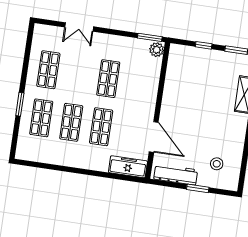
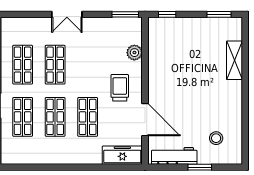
double door: (79, 27) -> (67, 14), moved
window: (204, 45) -> (167, 14), moved
plant: (157, 50) -> (134, 53), moved
shop shelf: (108, 79) -> (55, 65), moved
trolley: (135, 104) -> (120, 88), added

